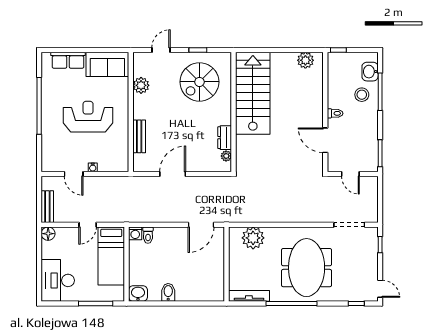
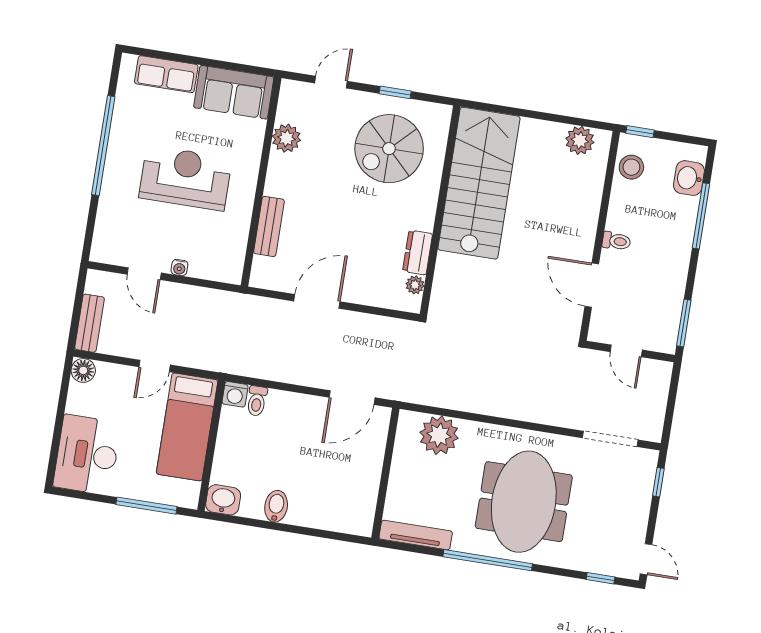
stool: (362, 95) -> (631, 167), moved

